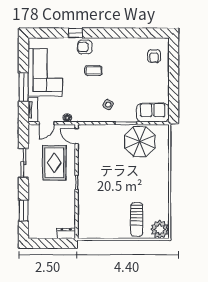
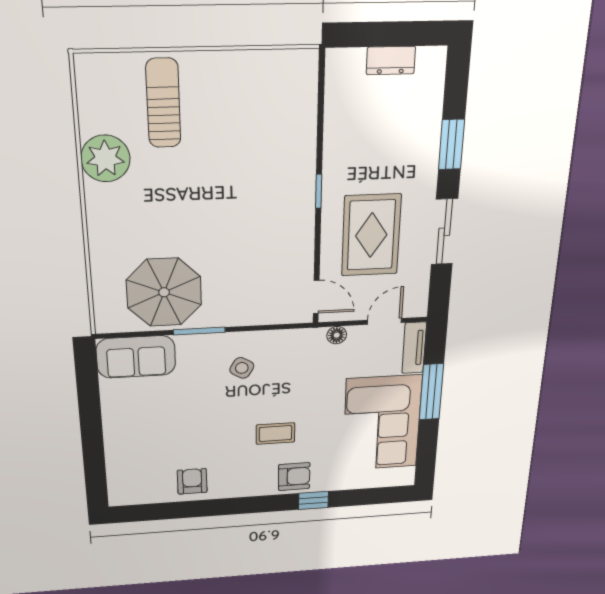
armchair: (154, 56) -> (192, 481), moved
window: (23, 211) -> (451, 144), moved
plant: (160, 229) -> (105, 158), moved
dresser: (66, 233) -> (391, 60), moved

